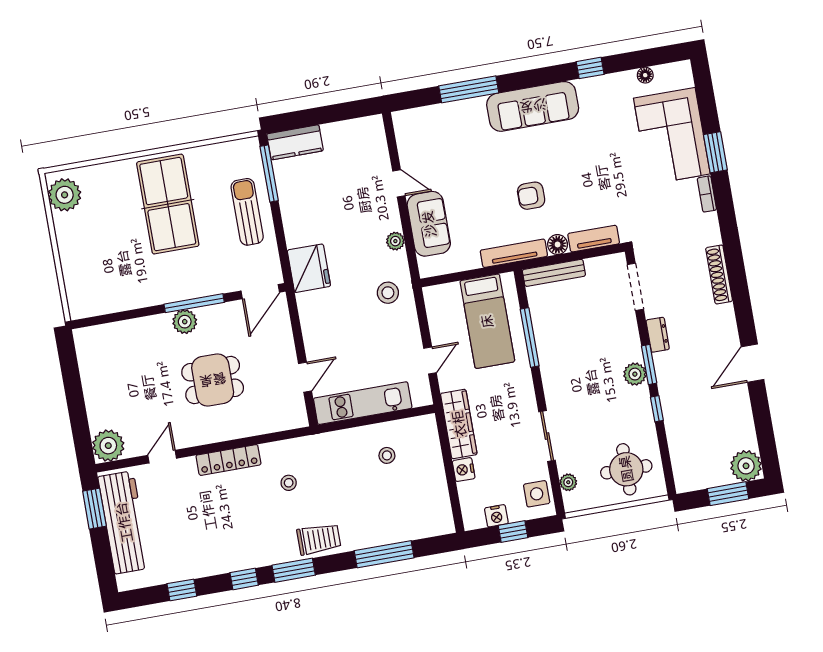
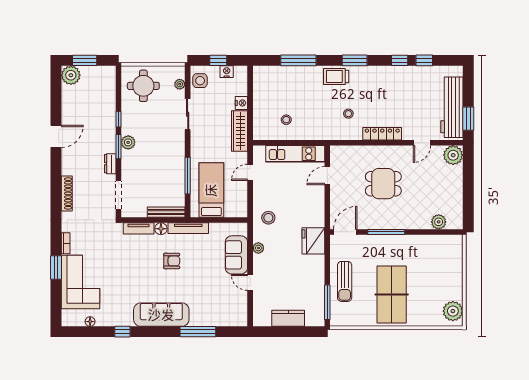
kitchen counter: (295, 142) -> (288, 318), moved
plant: (185, 322) -> (439, 222), moved
window: (244, 579) -> (400, 60), moved

